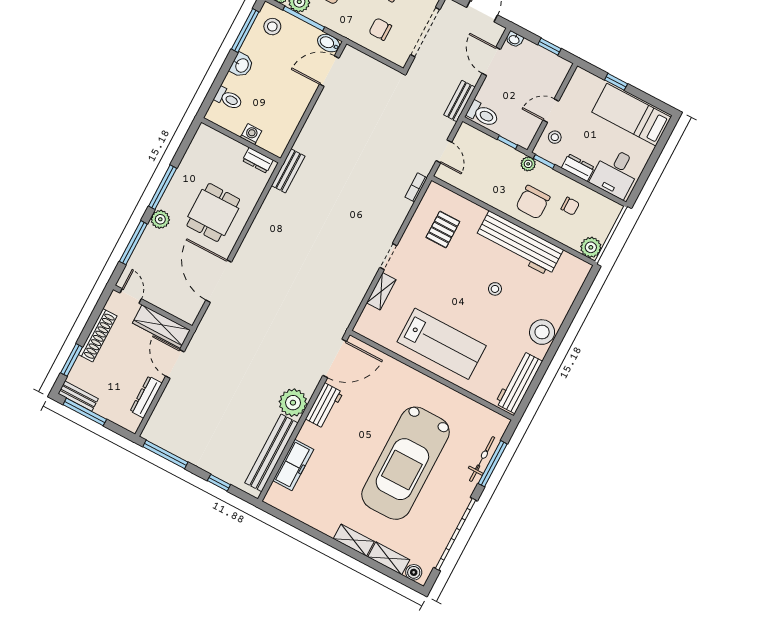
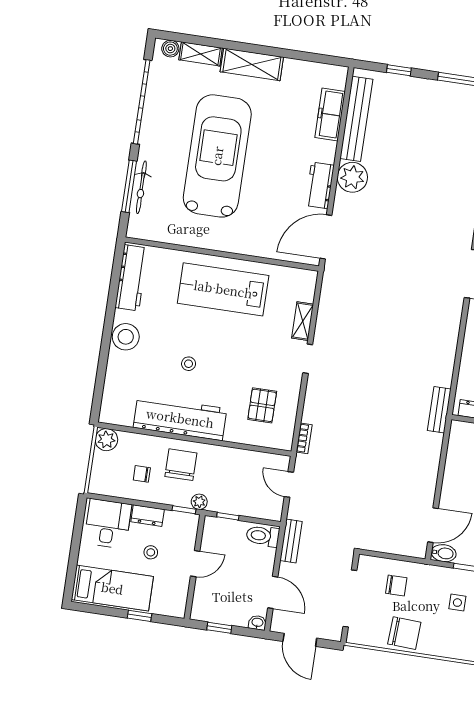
stool: (555, 137) -> (151, 552), moved
shelving: (354, 540) -> (252, 64), width x1.50, depth x1.33

